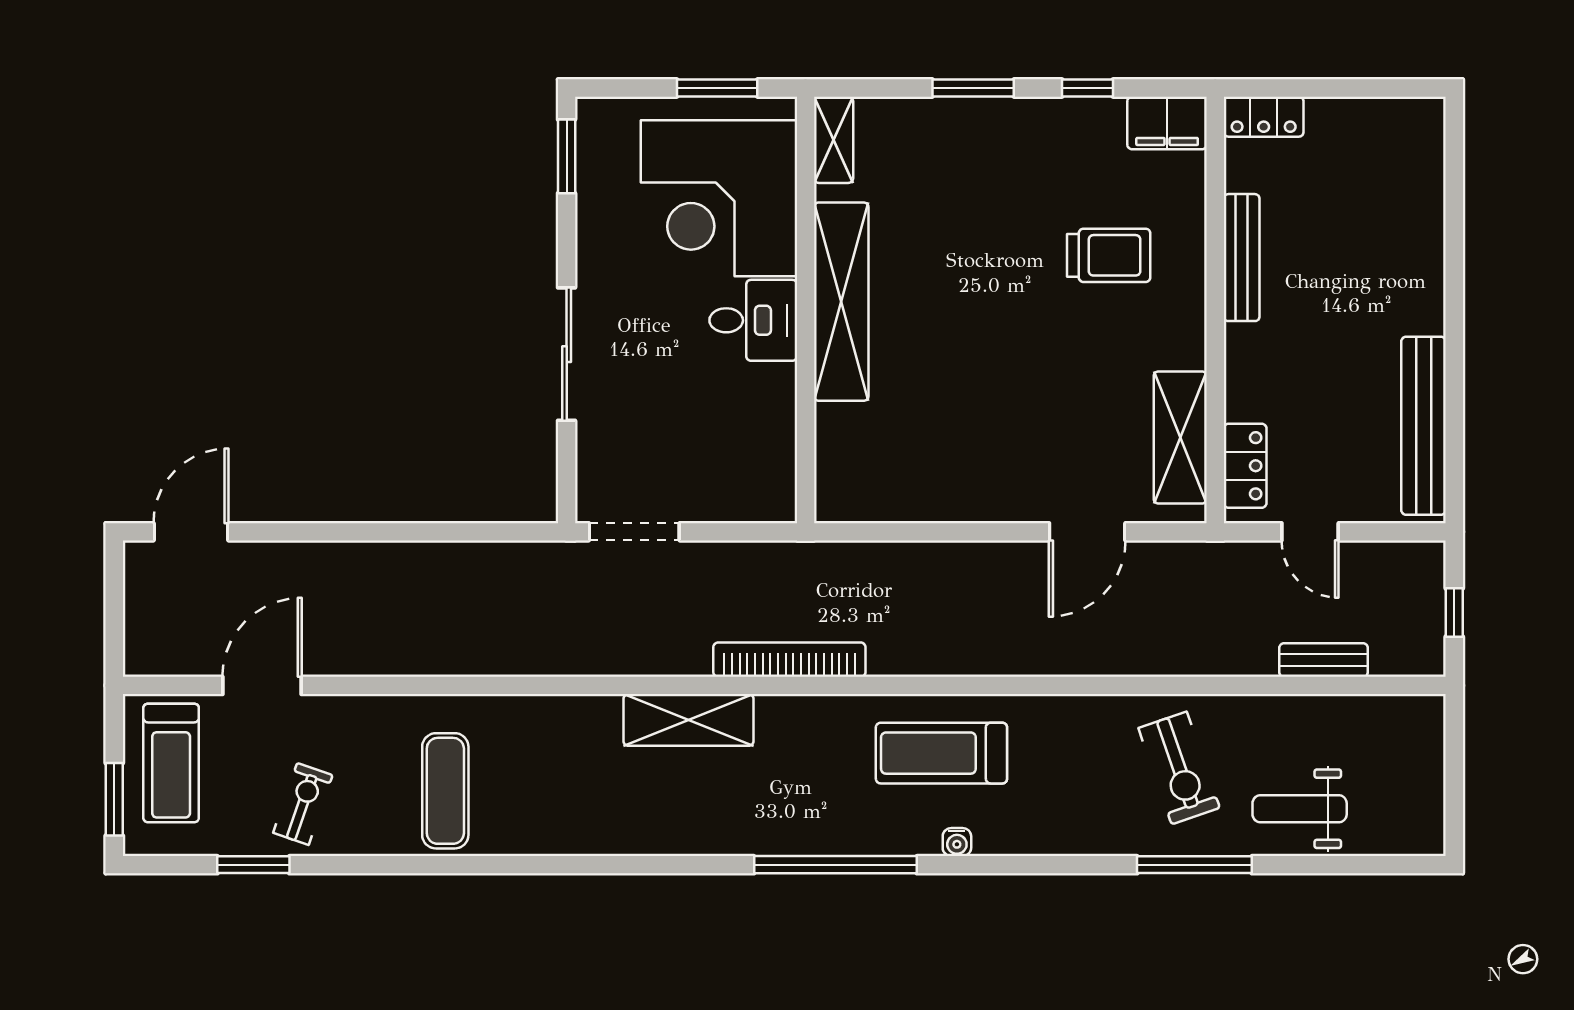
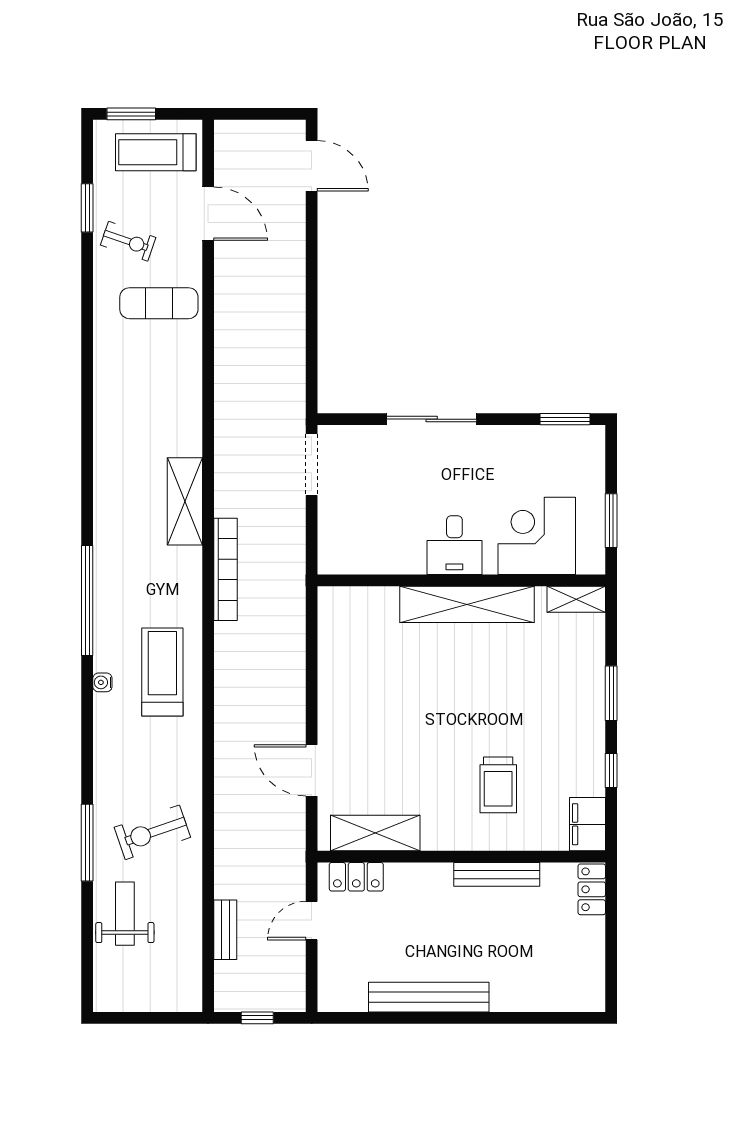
corner desk: (719, 198) -> (537, 536), width x0.74, depth x0.74
bench: (1424, 426) -> (429, 997), moved
exercise mat: (445, 791) -> (159, 303), moved

